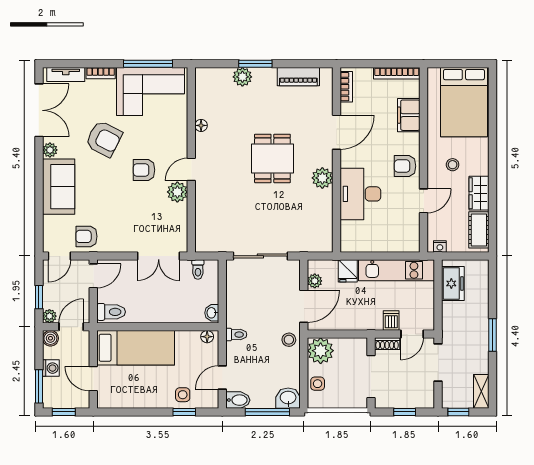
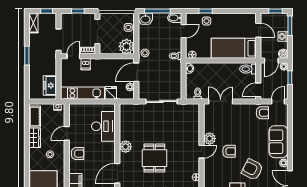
desk: (360, 194) -> (103, 126), moved

